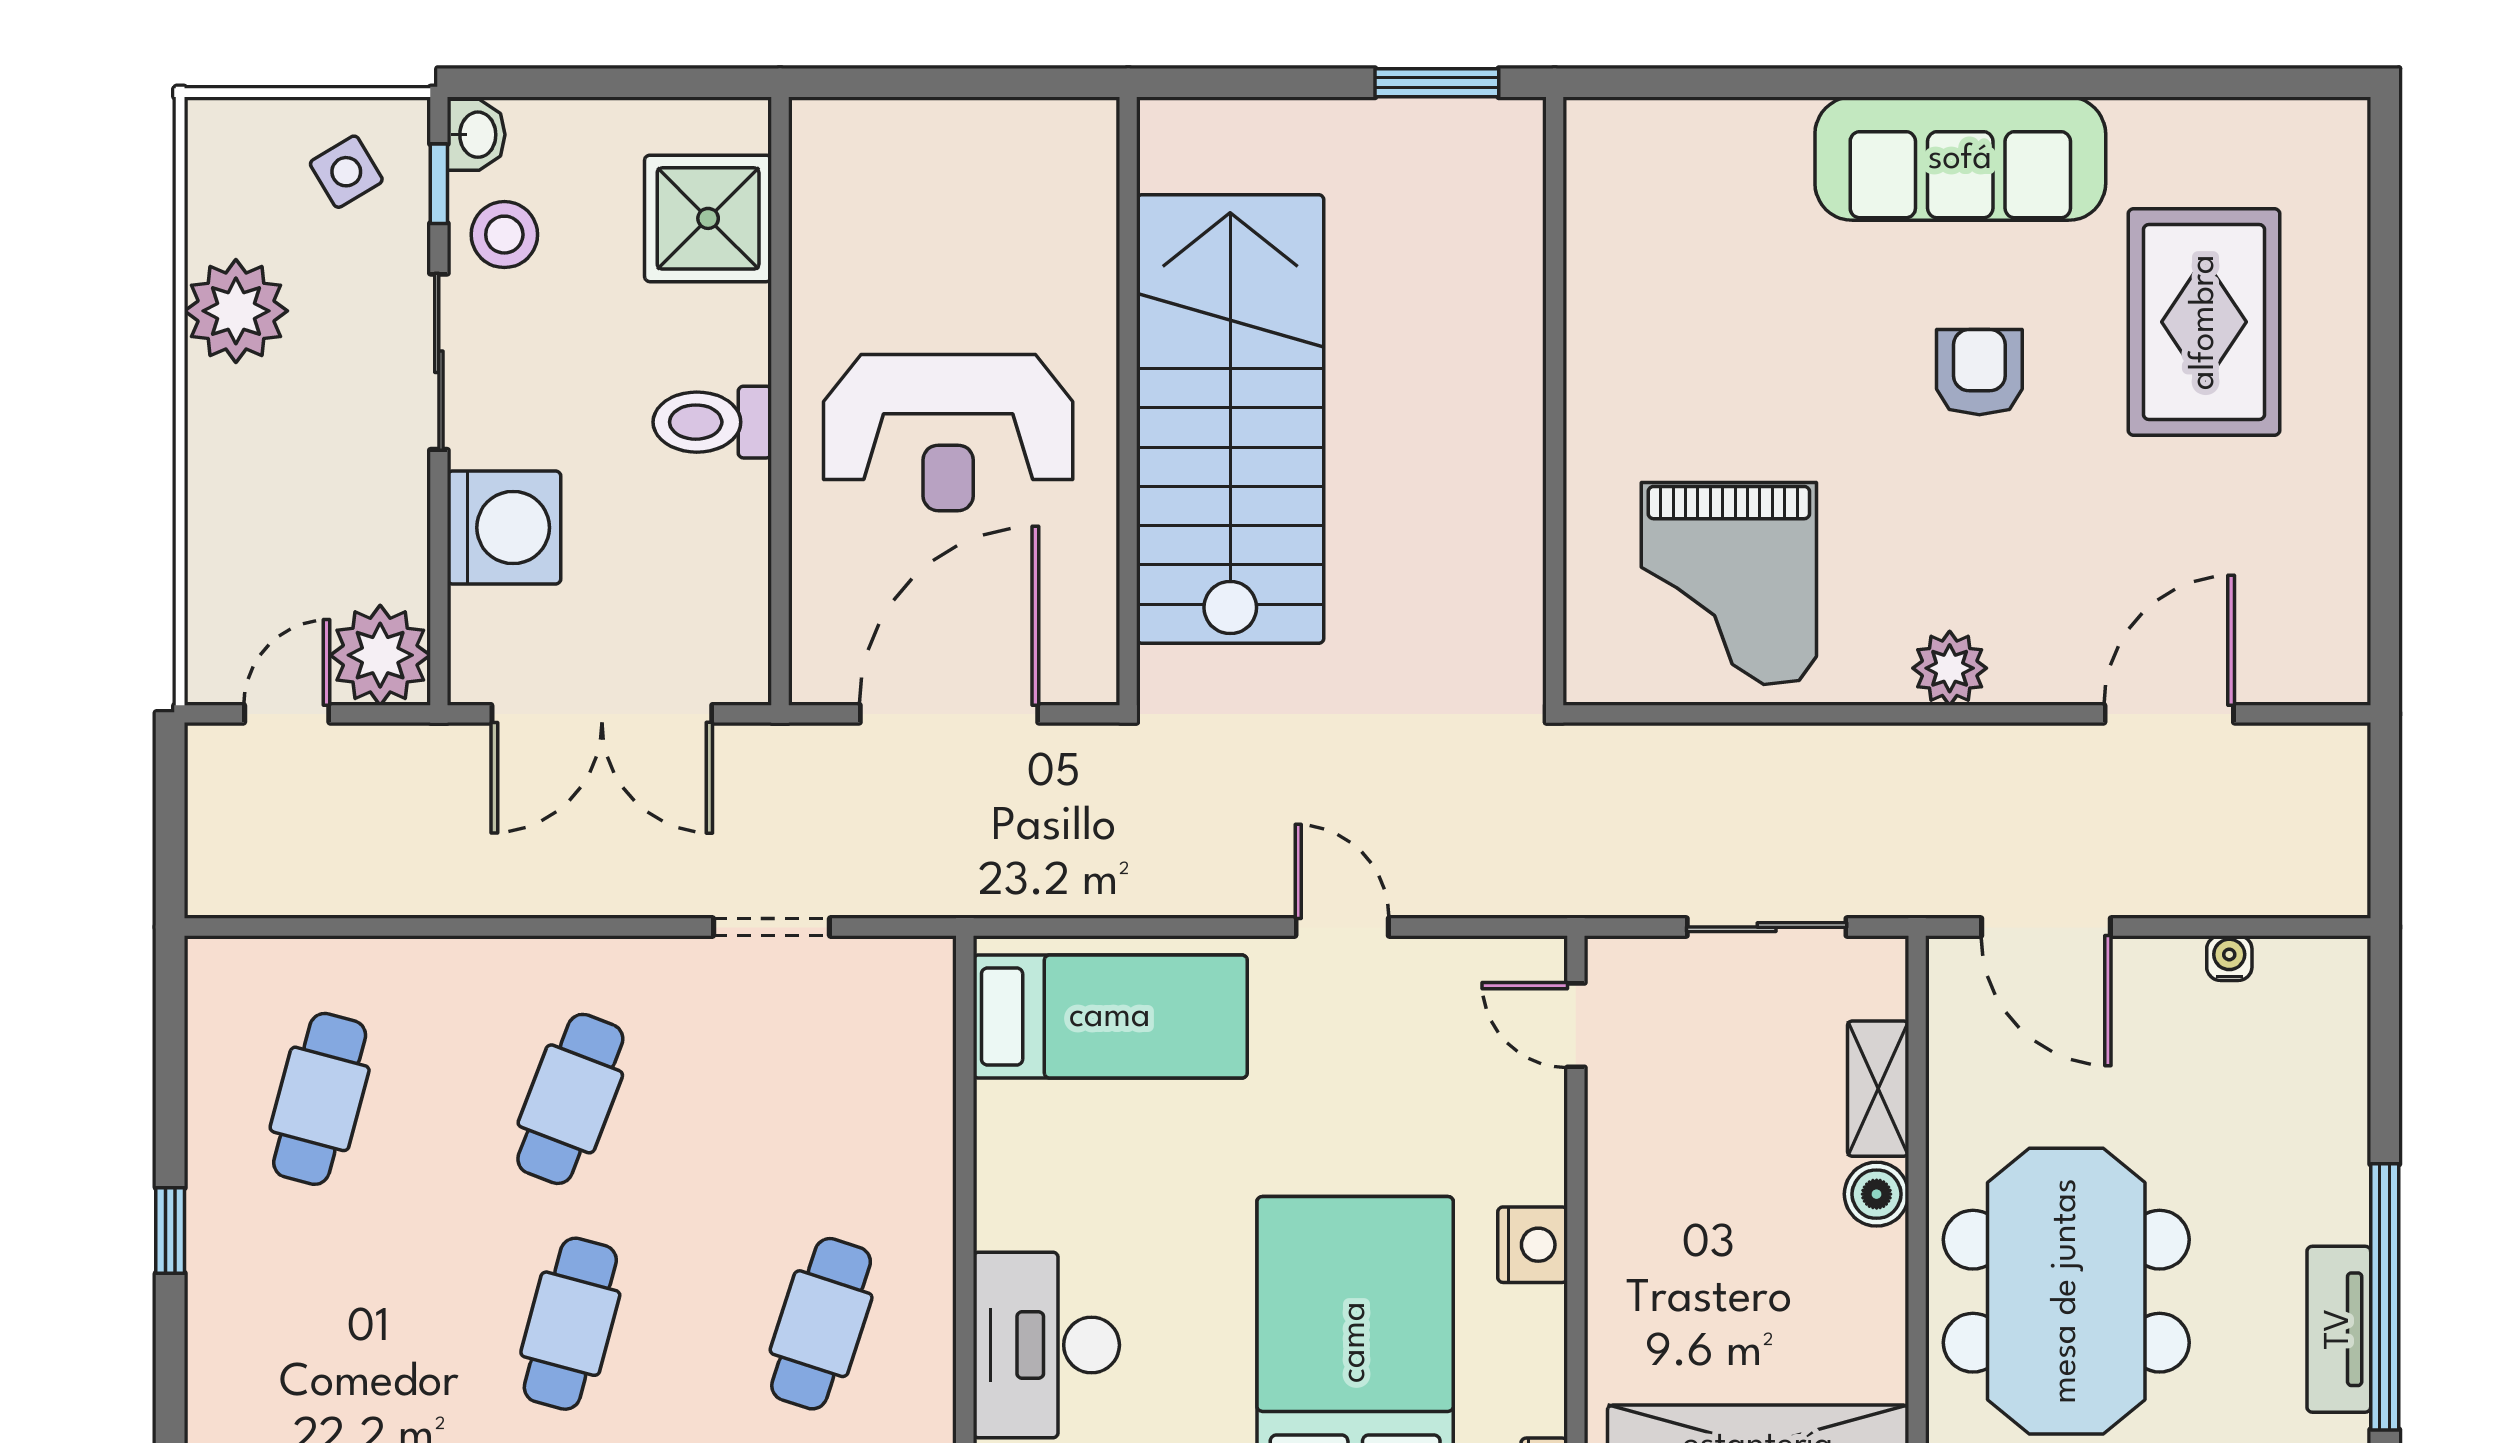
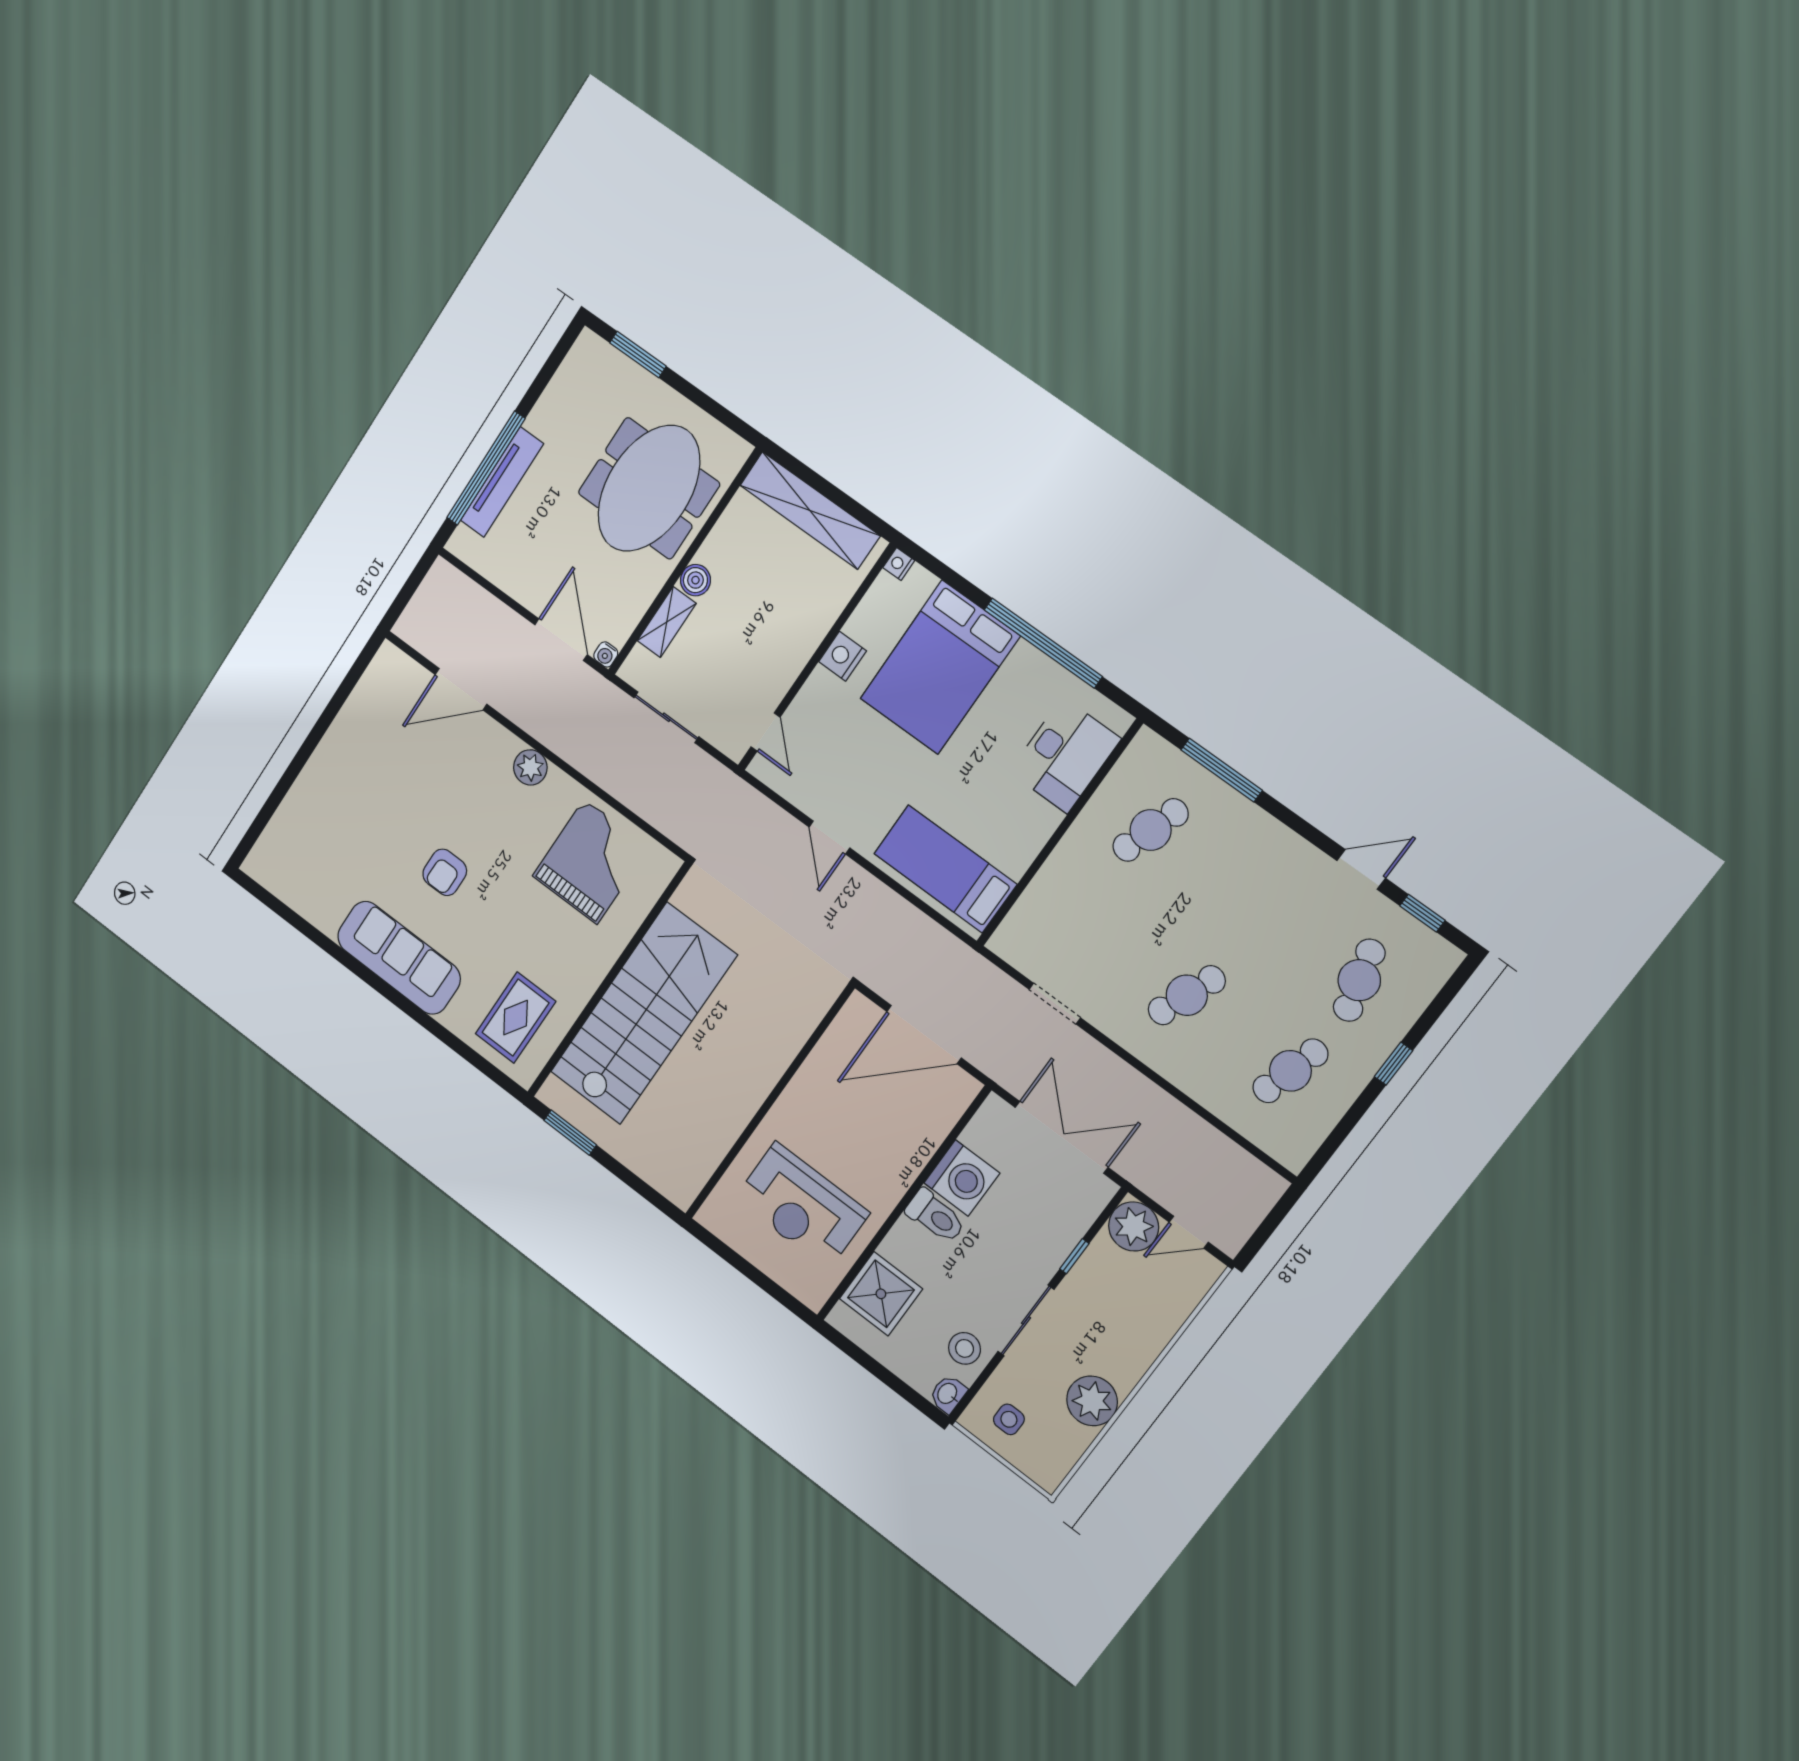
side table: (346, 172) -> (1009, 1419), turned 31
window: (439, 184) -> (1074, 1256), moved
rug: (2204, 322) -> (515, 1018), moved, width x0.73, depth x0.70
stairs: (1230, 419) -> (643, 1014), moved, turned 180
reception desk: (948, 433) -> (802, 1206), moved, turned 180
washing machine: (504, 528) -> (962, 1178), moved, turned 180
water cooler: (2229, 958) -> (606, 654), moved
window: (2385, 1297) -> (486, 468), moved
cafe table: (570, 1324) -> (1359, 980), moved, turned -30
tv unit: (2339, 1329) -> (502, 482), moved, width x1.41

